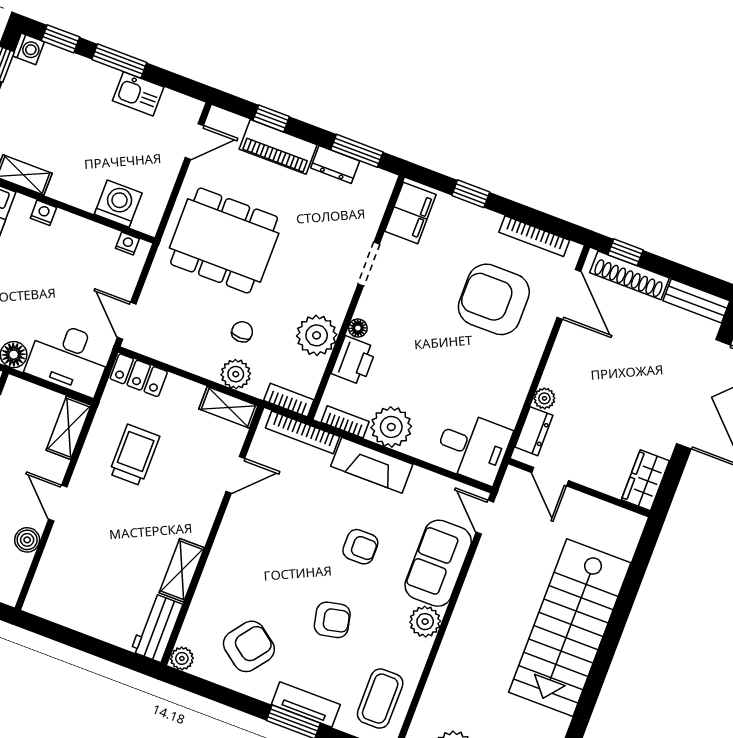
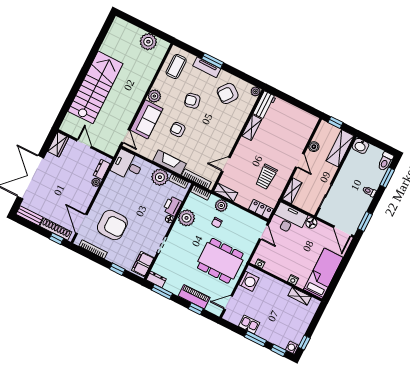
dresser: (335, 164) -> (156, 279), moved
washing machine: (118, 204) -> (249, 281), moved, turned -90
door: (550, 477) -> (84, 144), moved

